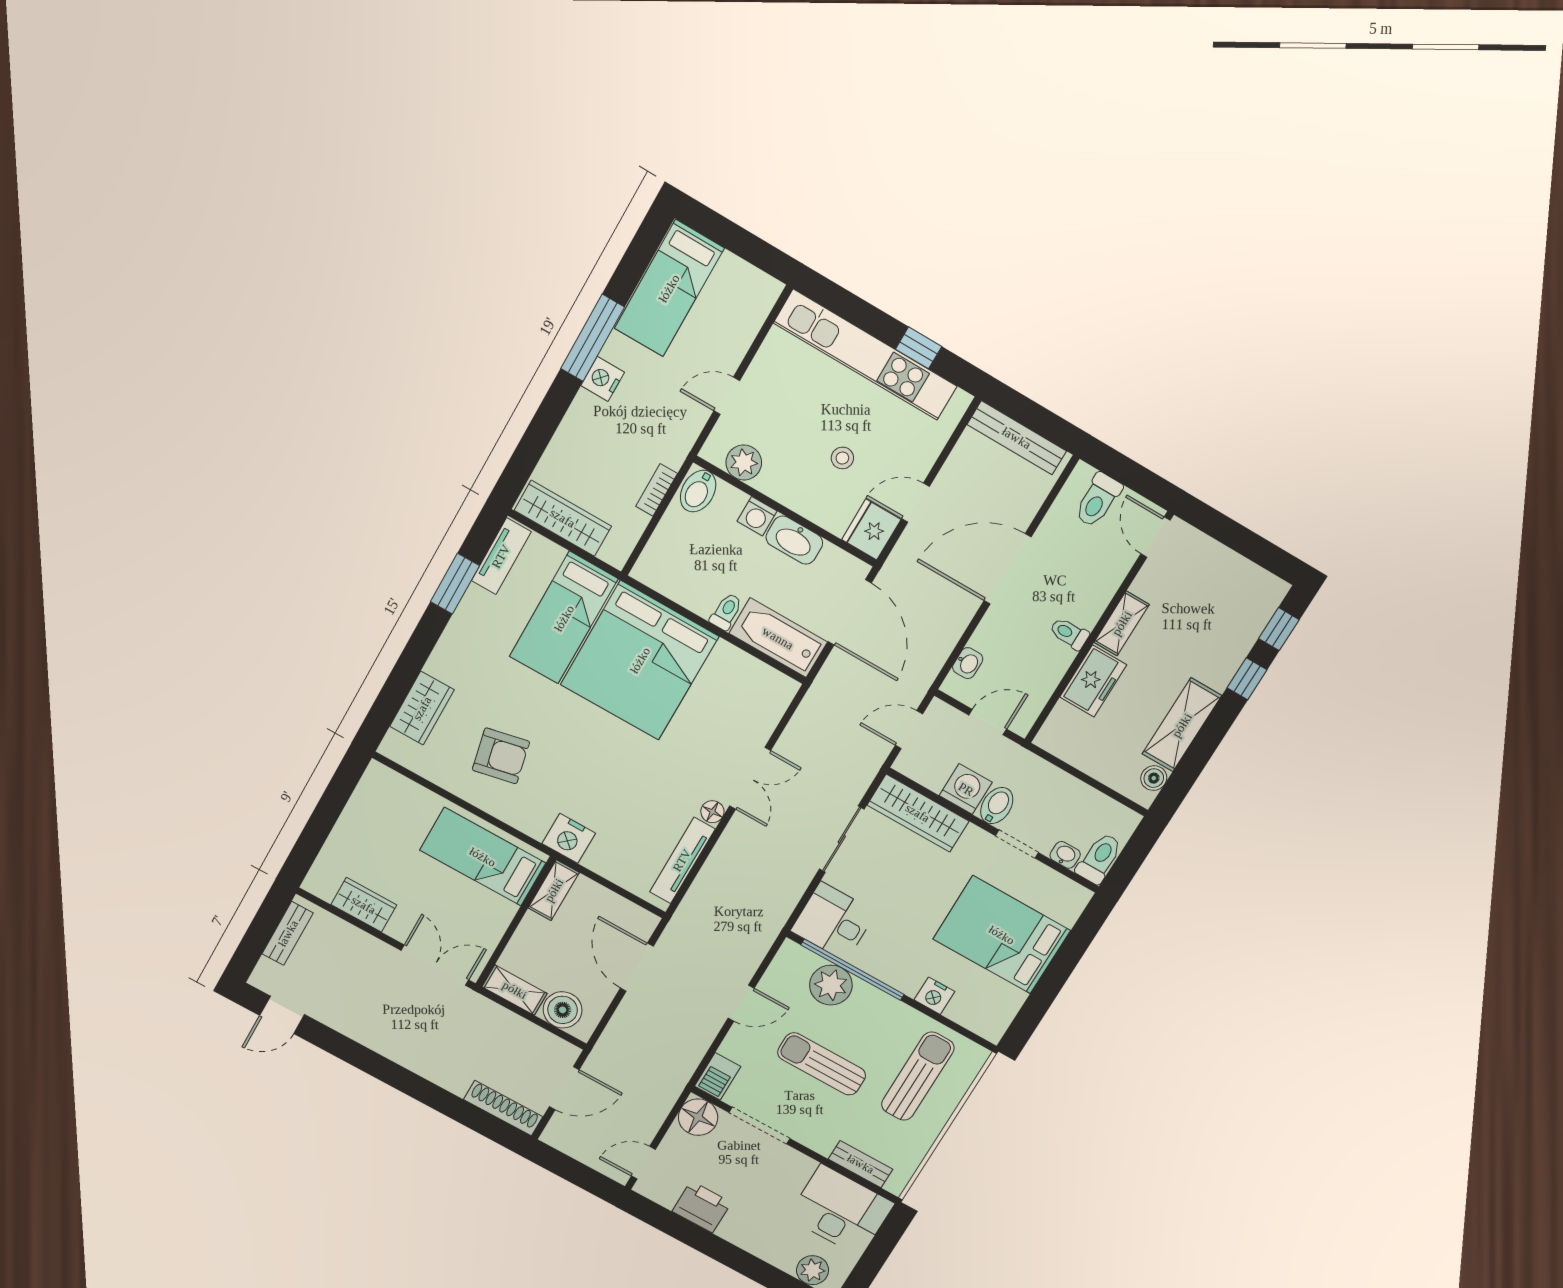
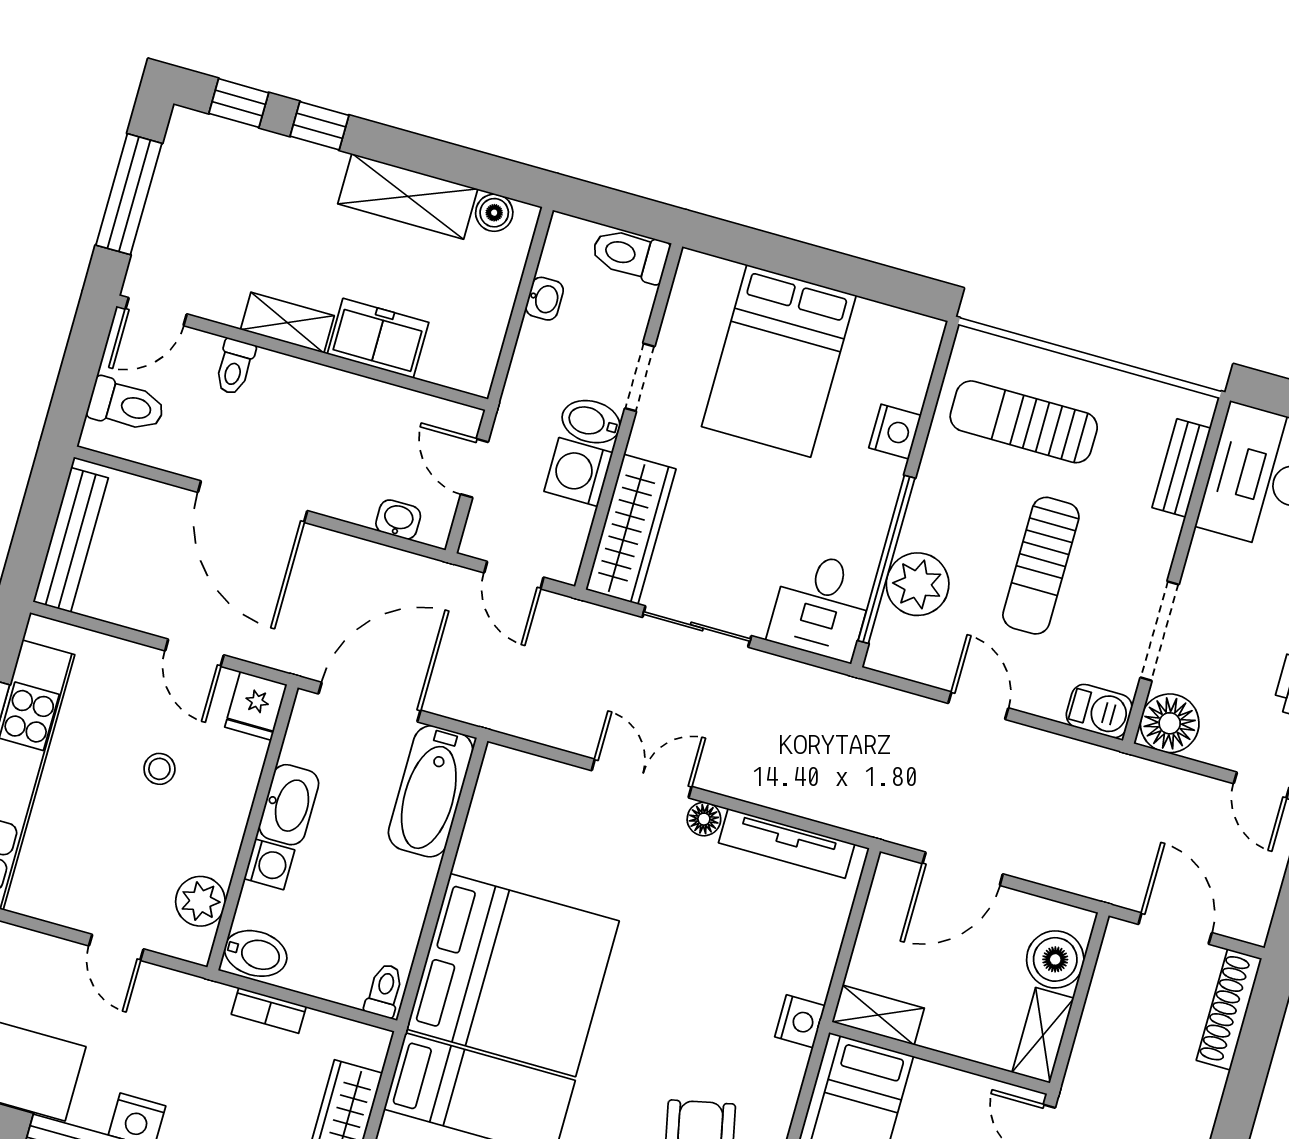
fridge: (871, 530) -> (256, 706), width x0.72
window: (1241, 539) -> (129, 194), added
toilet: (726, 612) -> (384, 991), moved, turned 90
toilet: (1069, 634) -> (235, 367), moved
nightstand: (569, 838) -> (800, 1021), width x0.74, depth x0.75
washbasin: (1065, 855) -> (545, 299), moved, turned 180

